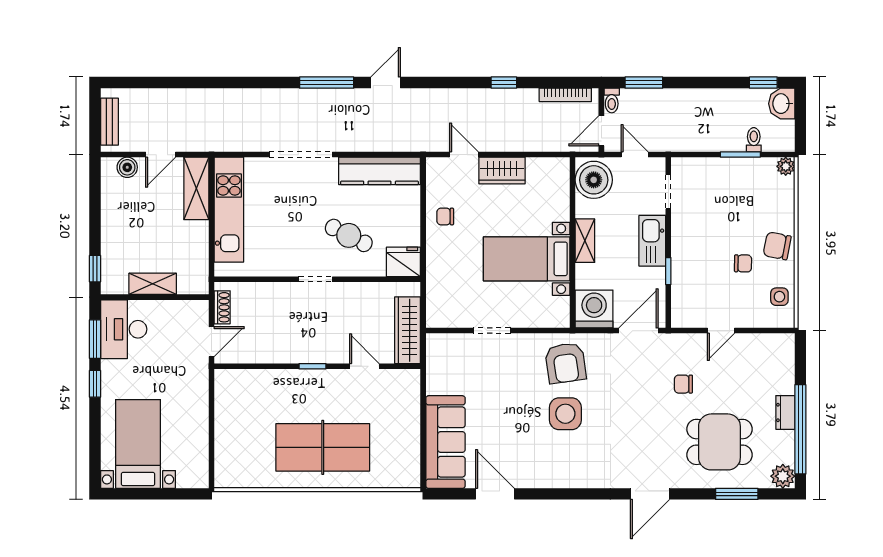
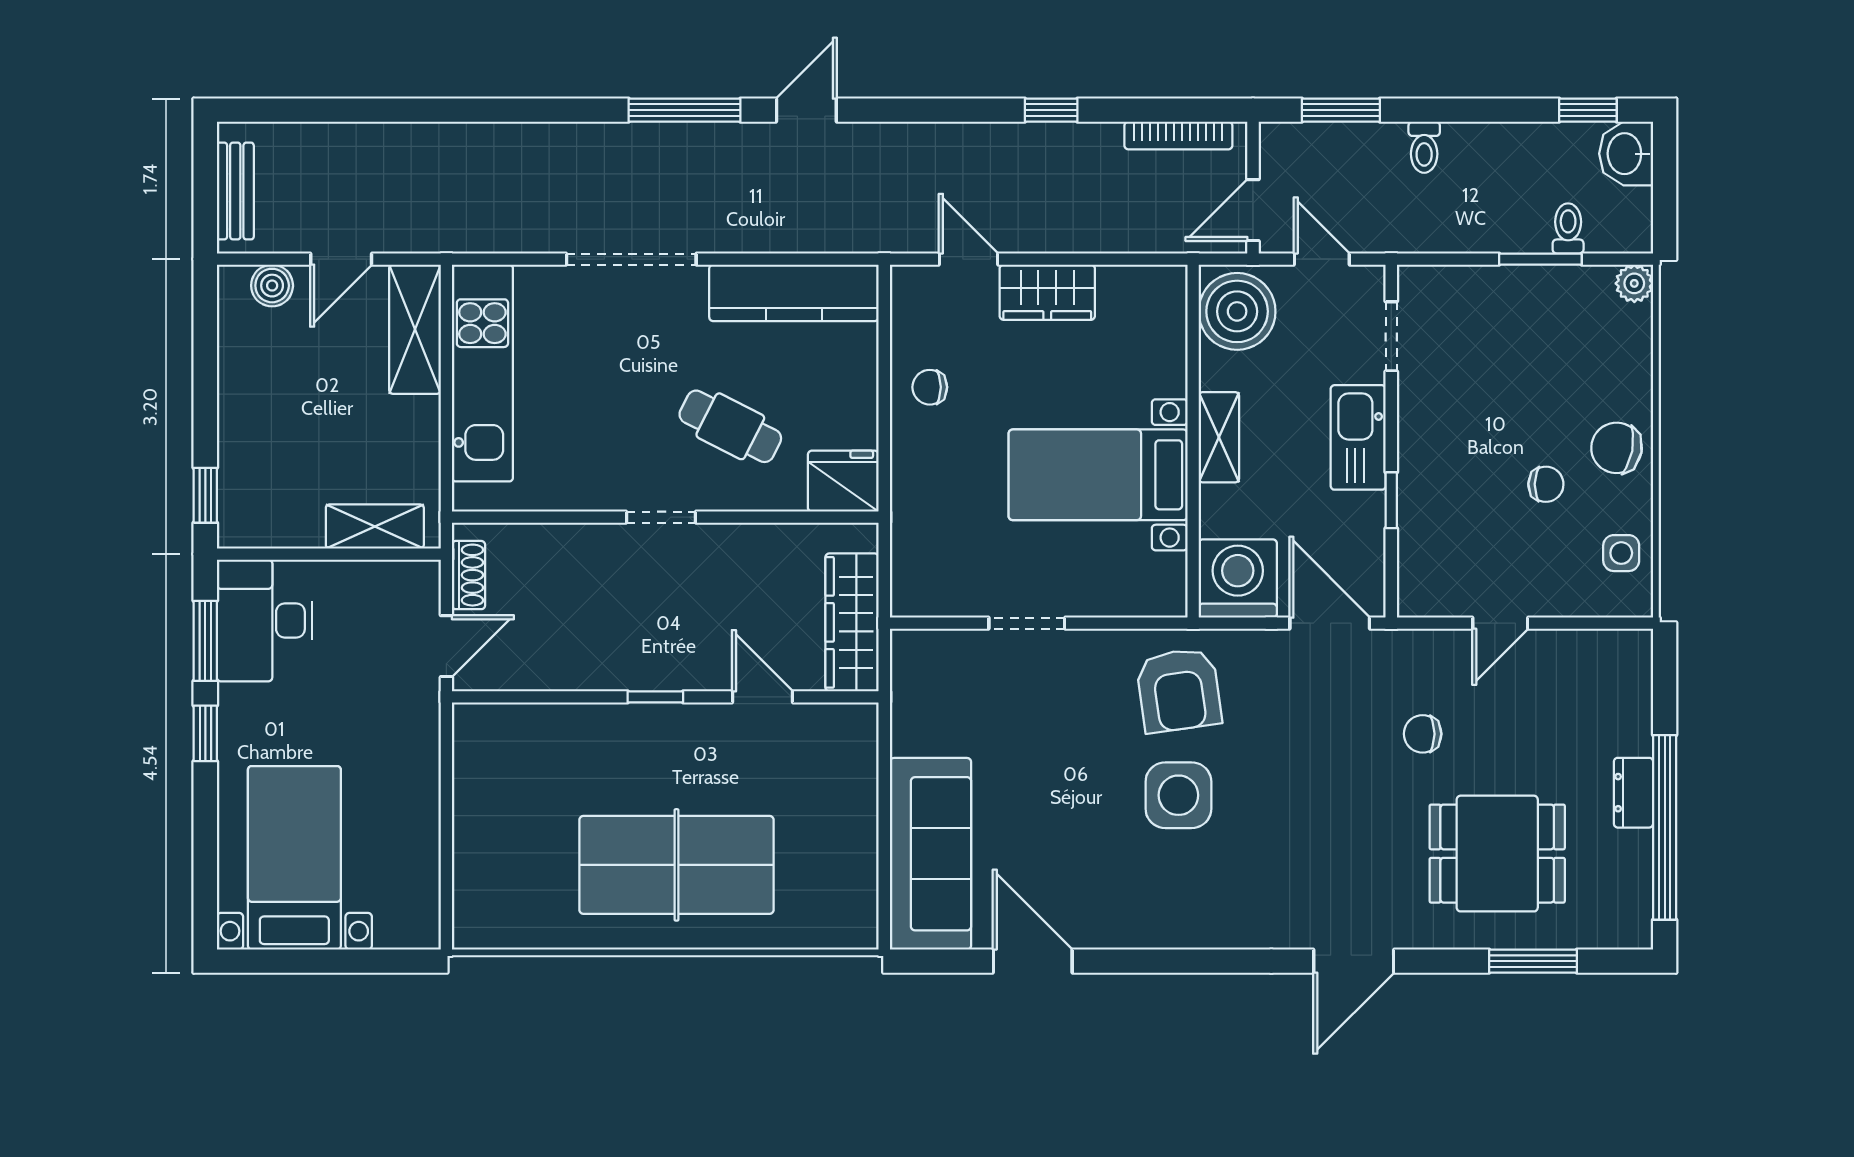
toilet: (612, 100) -> (1424, 147), moved
shelving: (153, 284) -> (375, 526), moved
door: (639, 331) -> (1330, 623), hinge flipped
plant: (783, 476) -> (1628, 925), removed

